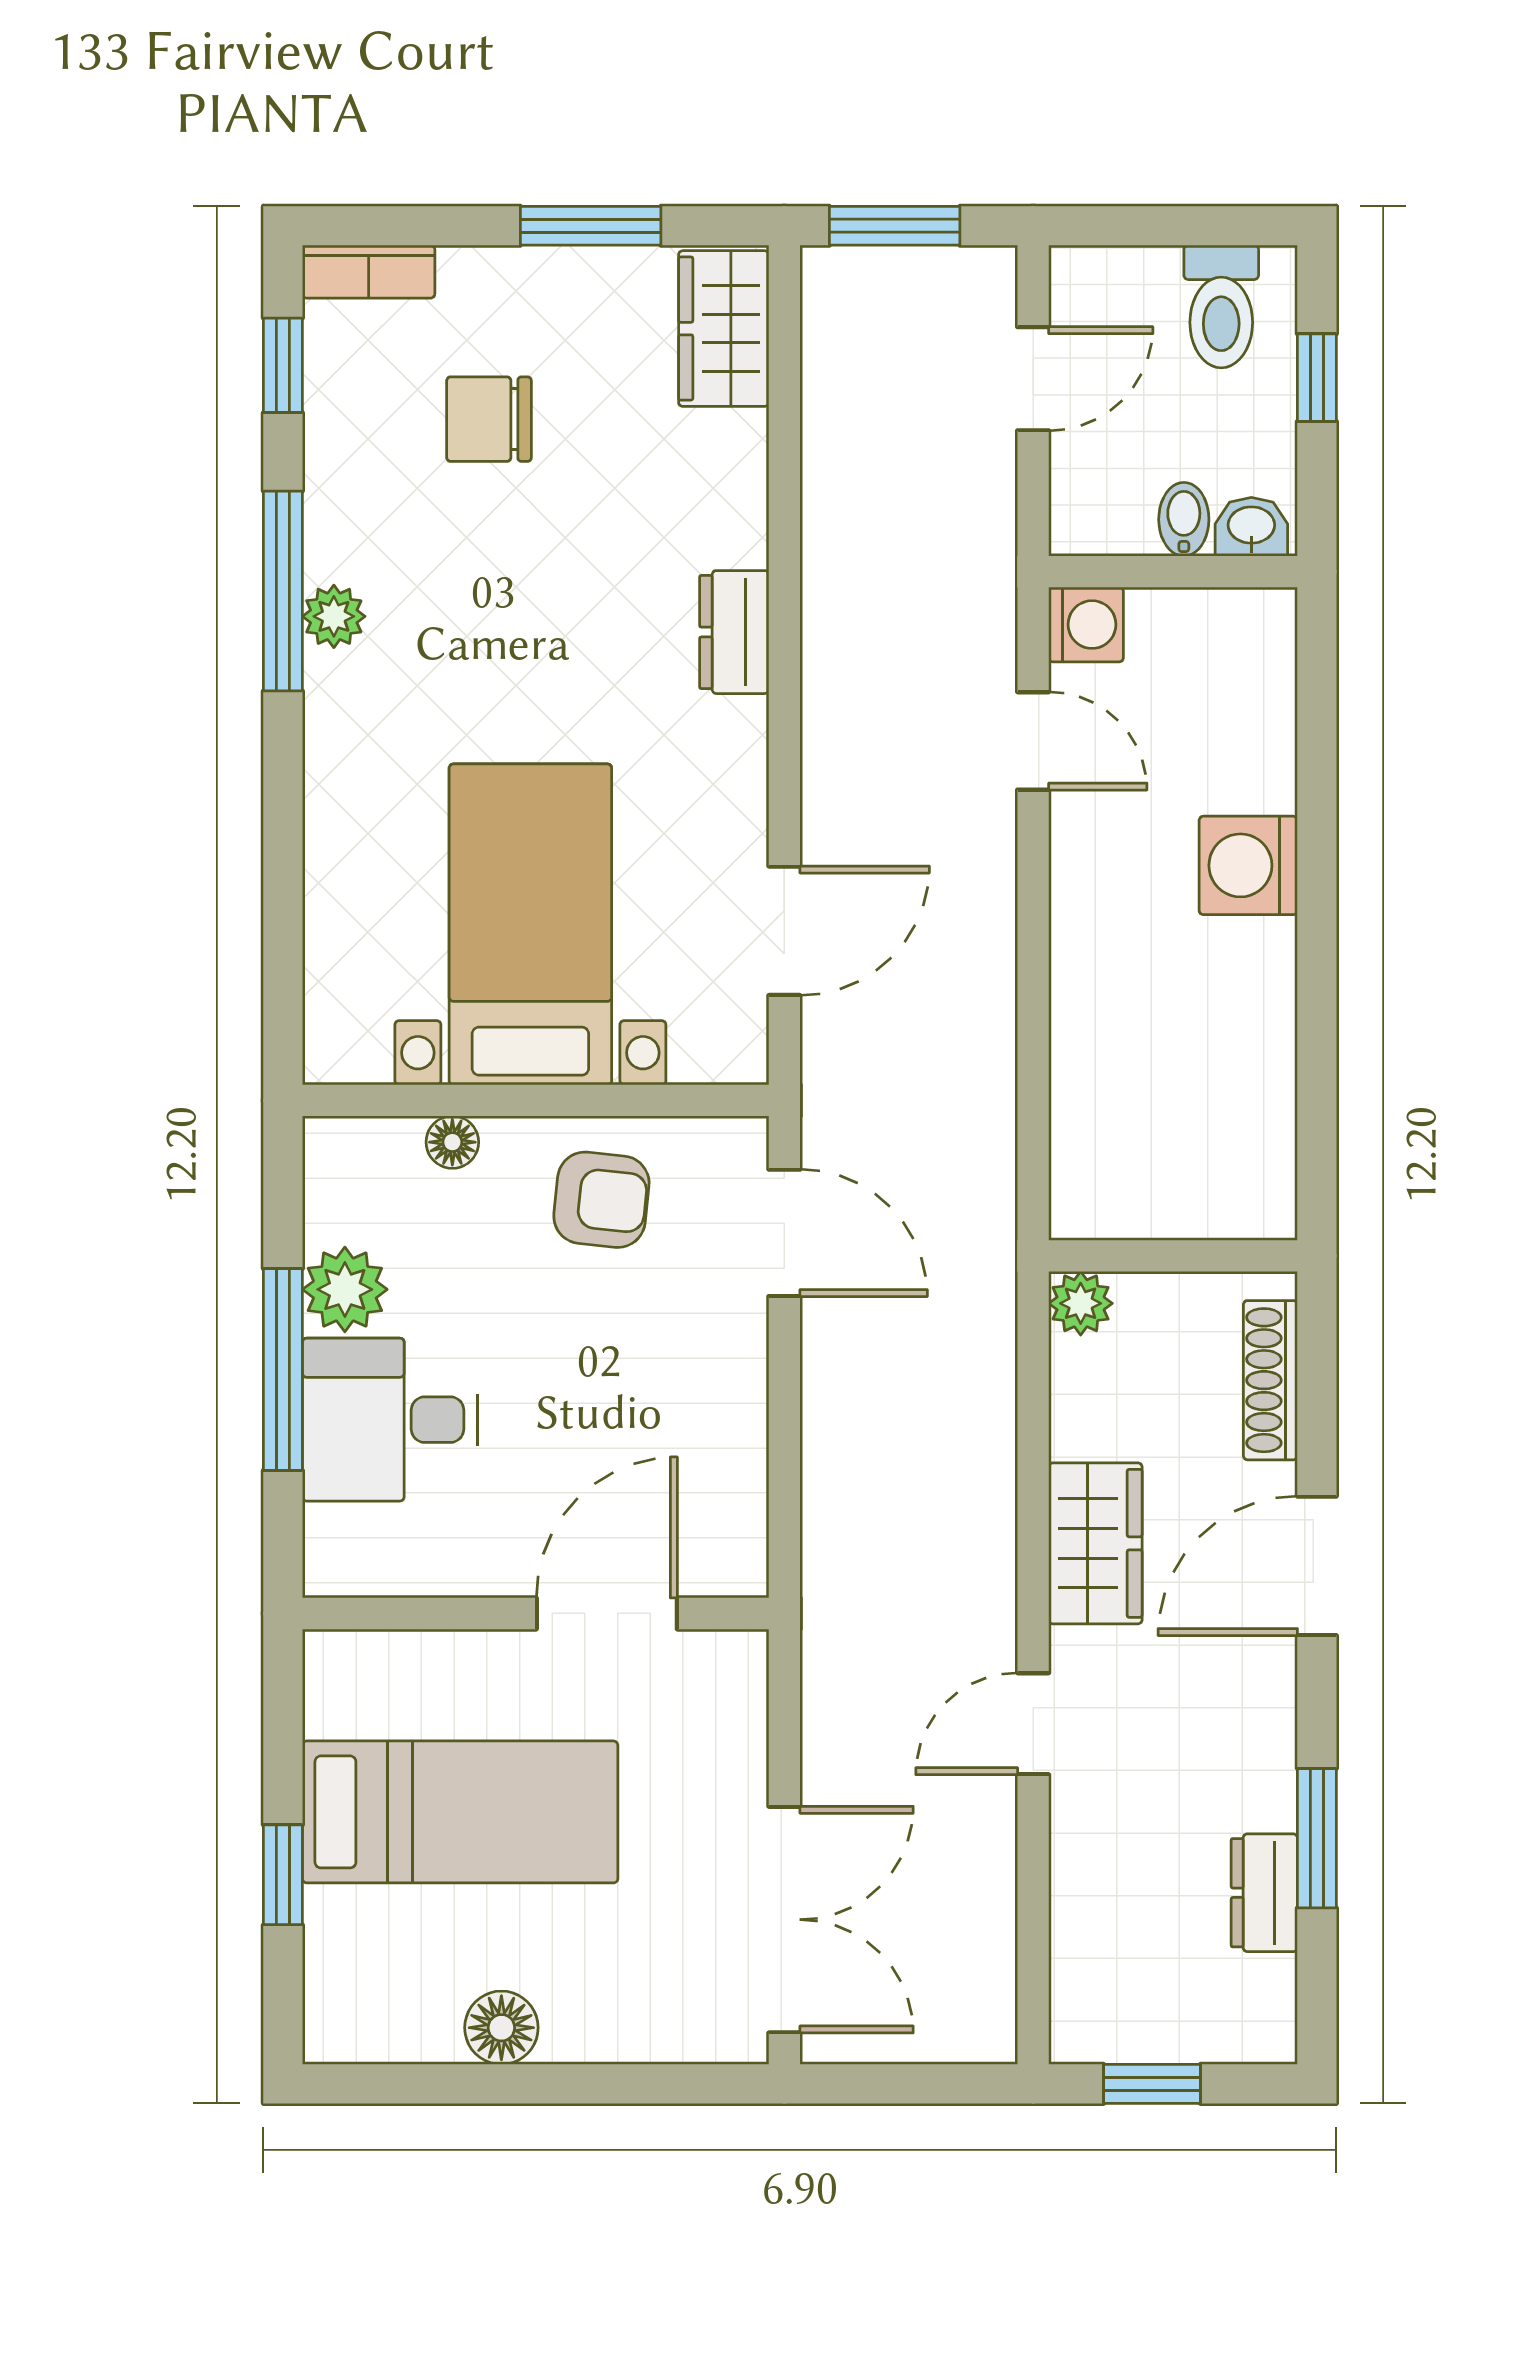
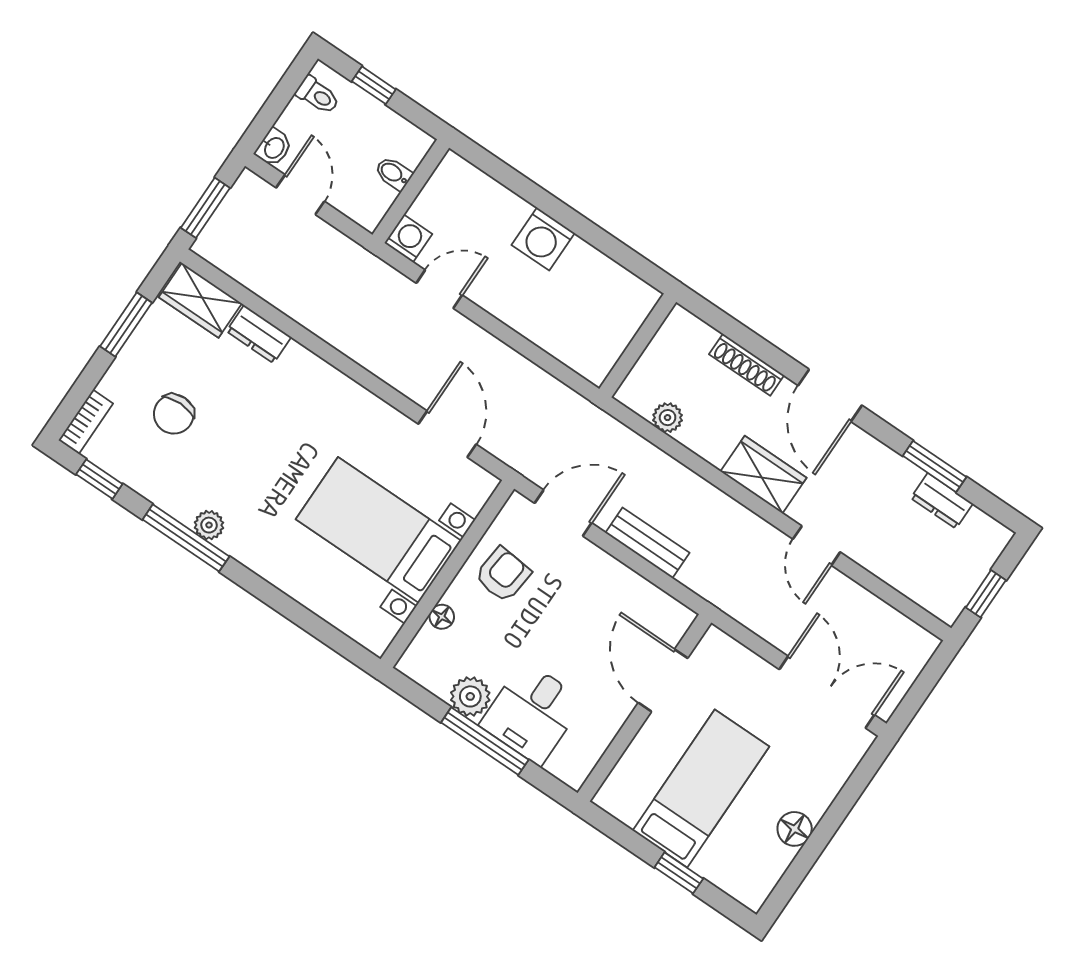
toilet: (1221, 307) -> (318, 95), width x0.73, depth x0.72
washbasin: (1251, 527) -> (274, 147), moved, turned 180
dresser: (734, 632) -> (259, 334), moved
wall: (1173, 1256) -> (638, 345), moved
bench: (833, 1419) -> (647, 543), added

